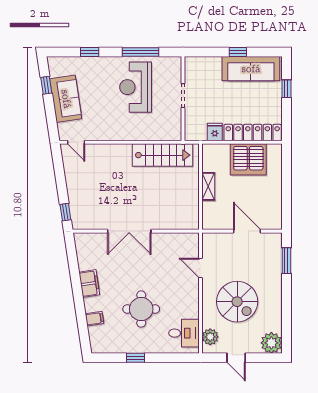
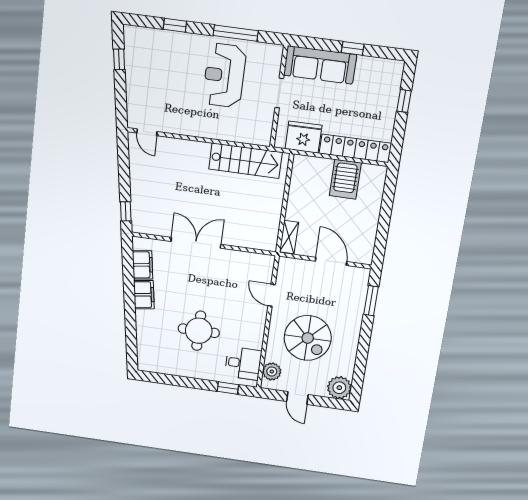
sofa: (251, 69) -> (320, 65), moved
sofa: (66, 99) -> (140, 79), removed
fridge: (215, 132) -> (303, 137), width x1.88, depth x1.34
server rack: (248, 159) -> (345, 179), width x0.63
shelving: (208, 186) -> (289, 237), moved
double door: (129, 231) -> (196, 243), swing flipped
filing cabinet: (94, 319) -> (143, 265), moved, width x2.00
window: (135, 358) -> (228, 388), moved

